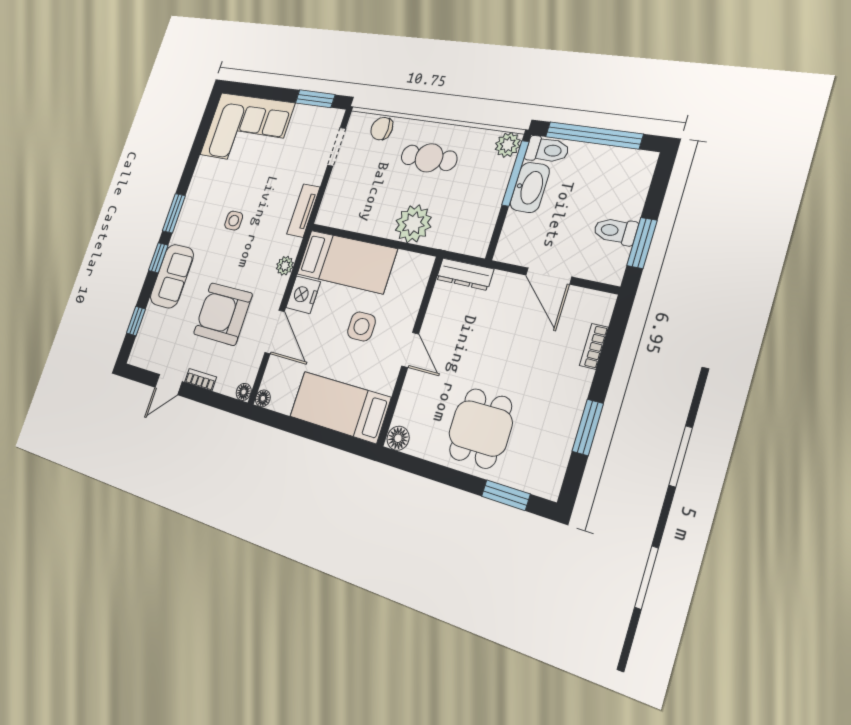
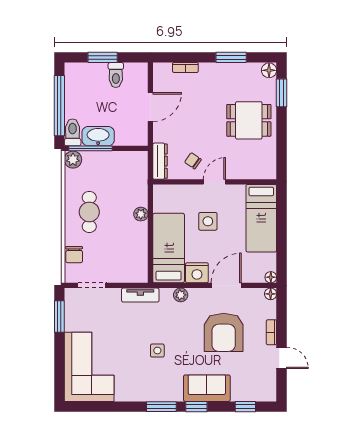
plant: (413, 224) -> (141, 214), width x0.53, depth x0.53
window: (642, 243) -> (103, 57), moved
chair: (450, 324) -> (193, 161), added
floor lamp: (398, 438) -> (269, 70), moved

